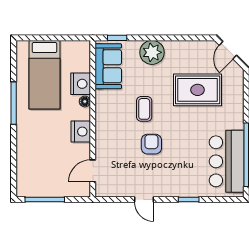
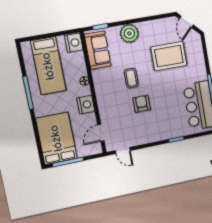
nightstand: (81, 84) -> (74, 43), moved
bed: (37, 167) -> (56, 138), added
door: (144, 200) -> (123, 151), moved

